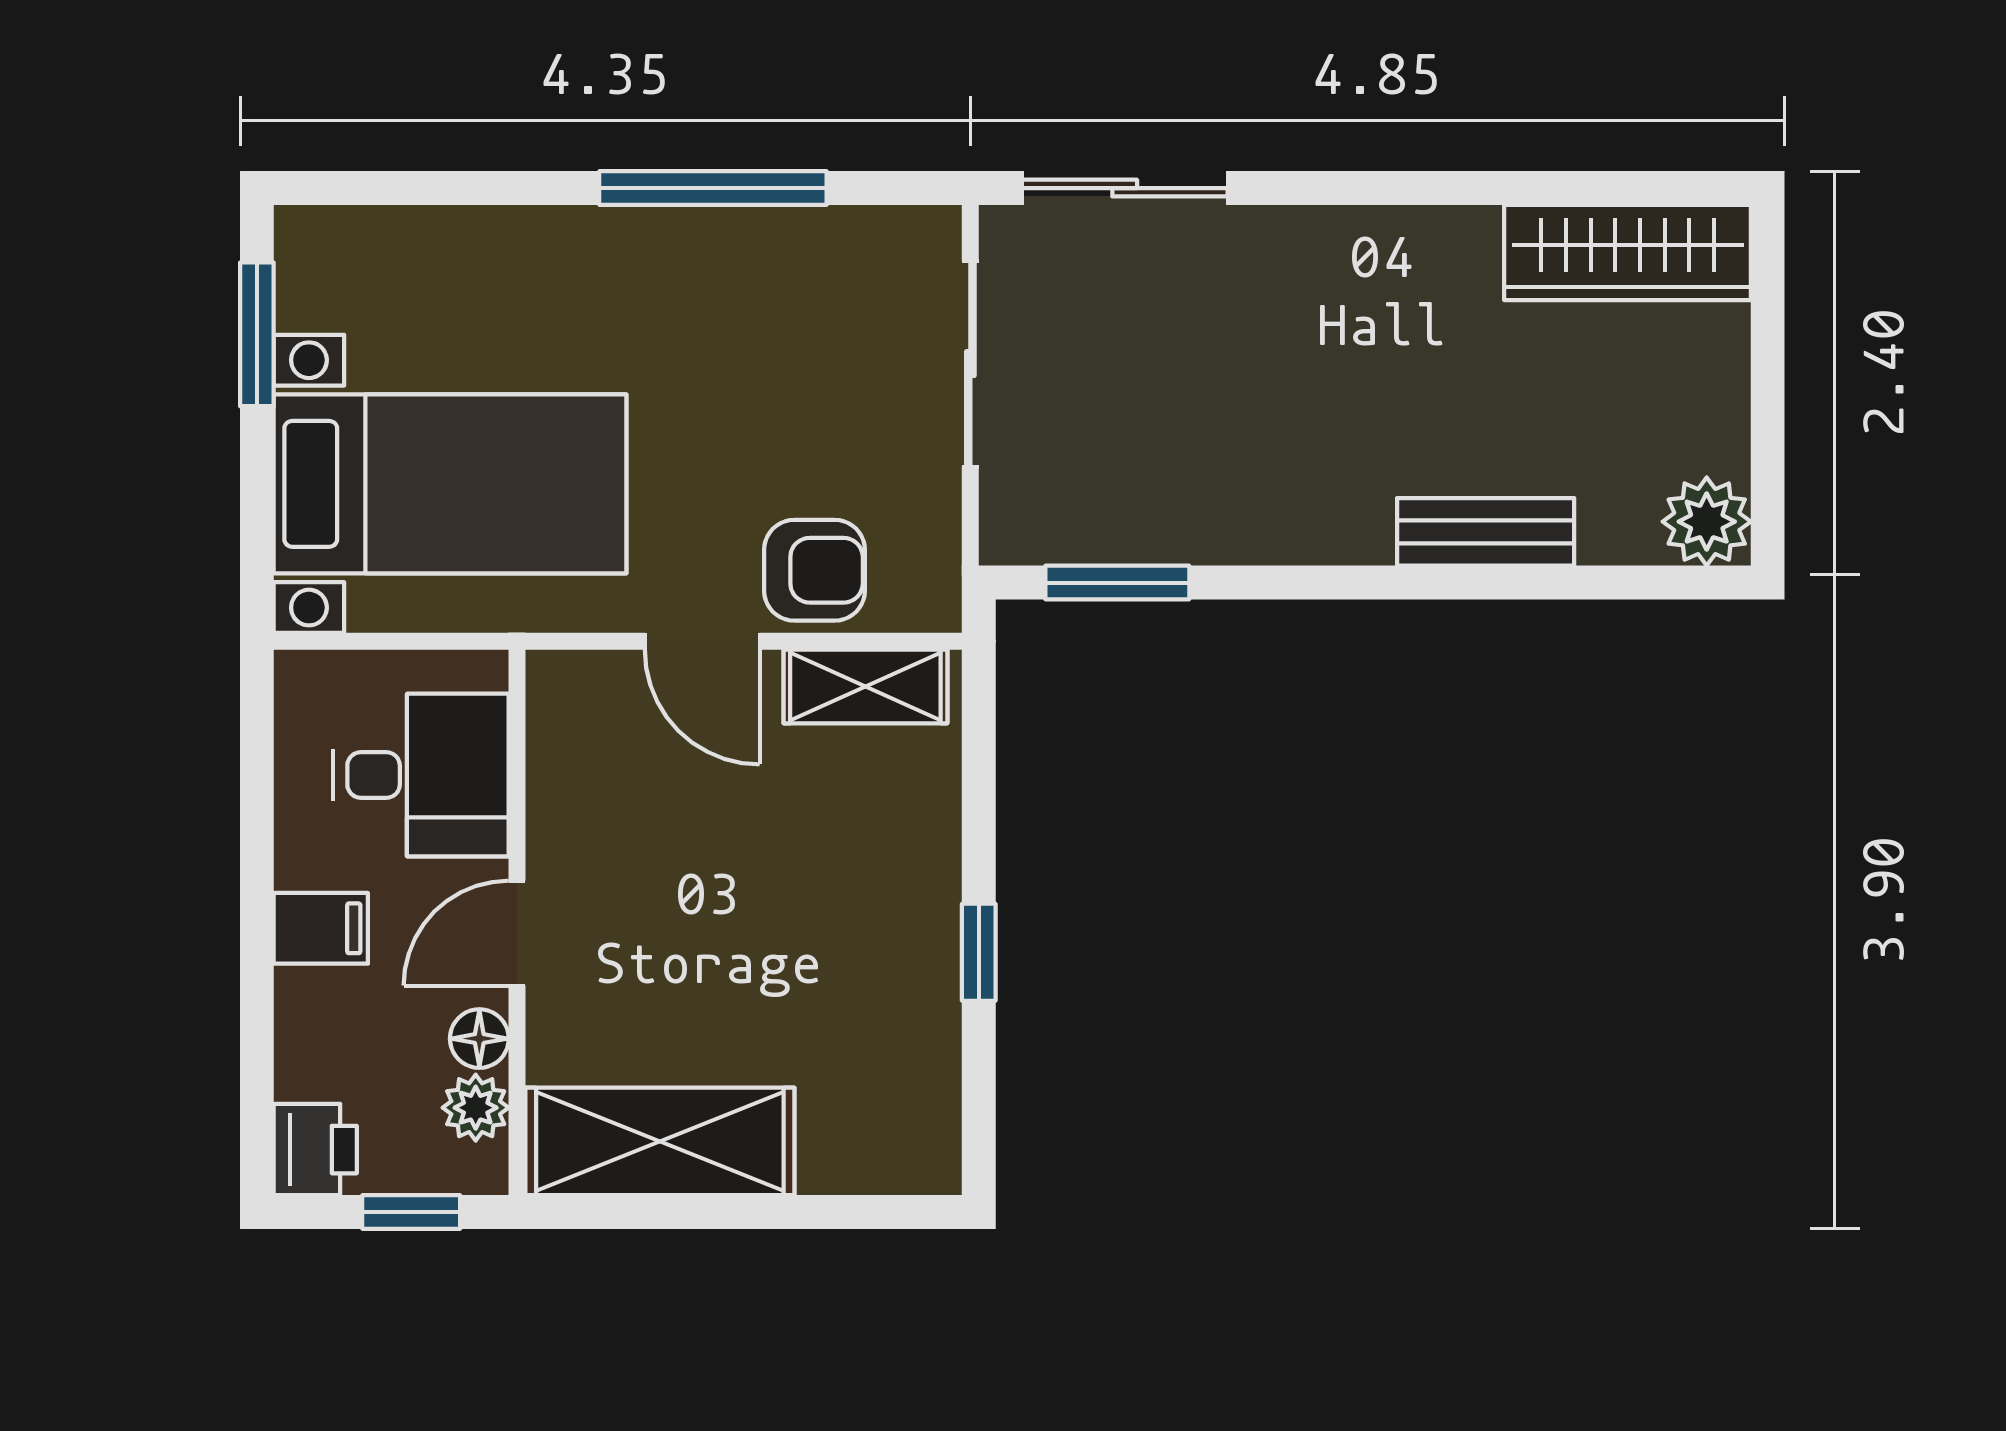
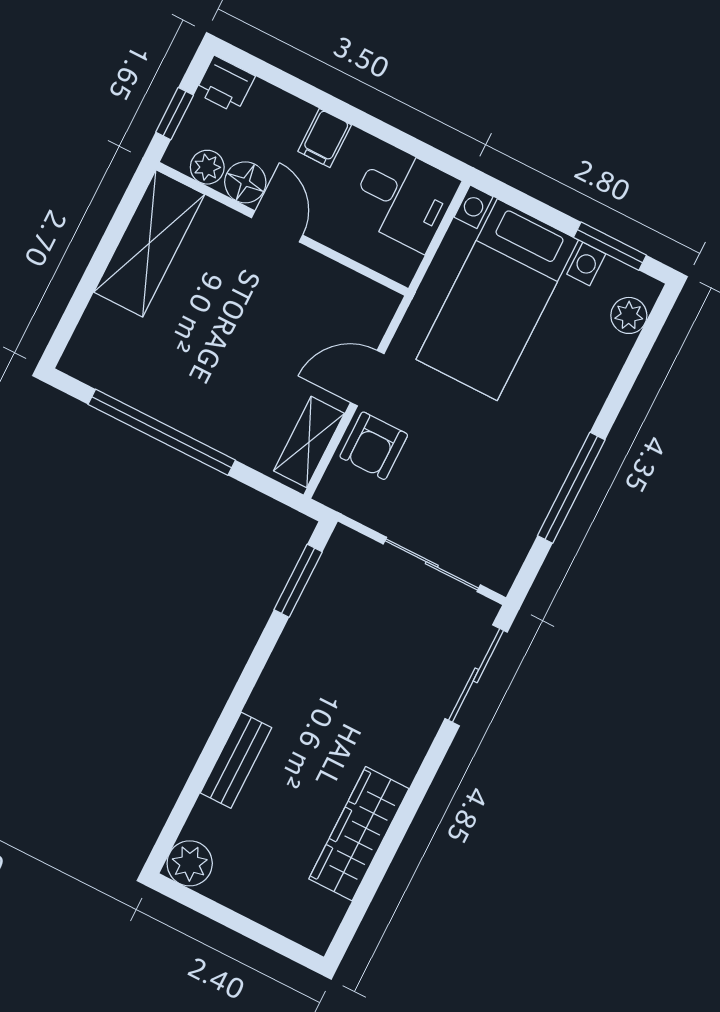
plant: (361, 240) -> (629, 315), added
wardrobe: (1628, 253) -> (359, 834), moved
desk: (421, 775) -> (404, 198), moved, turned -90
window: (979, 952) -> (162, 432), width x3.17
floor lamp: (479, 1039) -> (245, 182), width x1.37, depth x1.37

